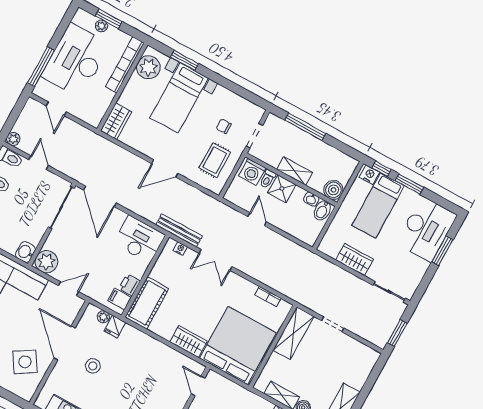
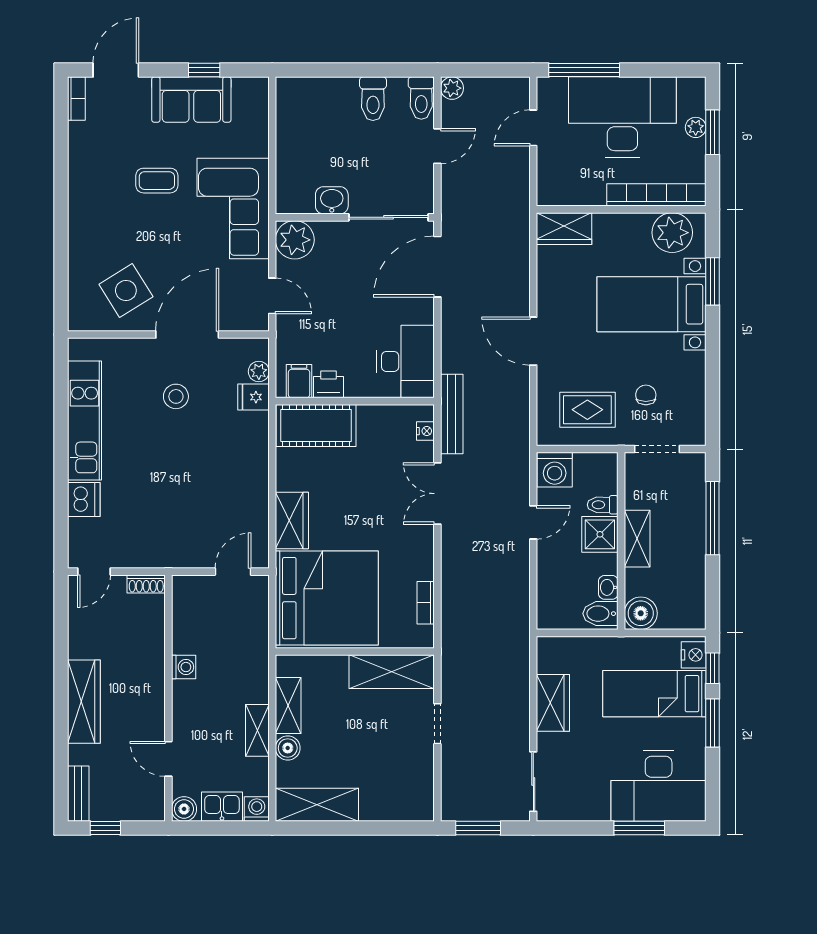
washing machine: (252, 172) -> (555, 470), moved, turned -90
washbasin: (25, 252) -> (332, 200), moved

